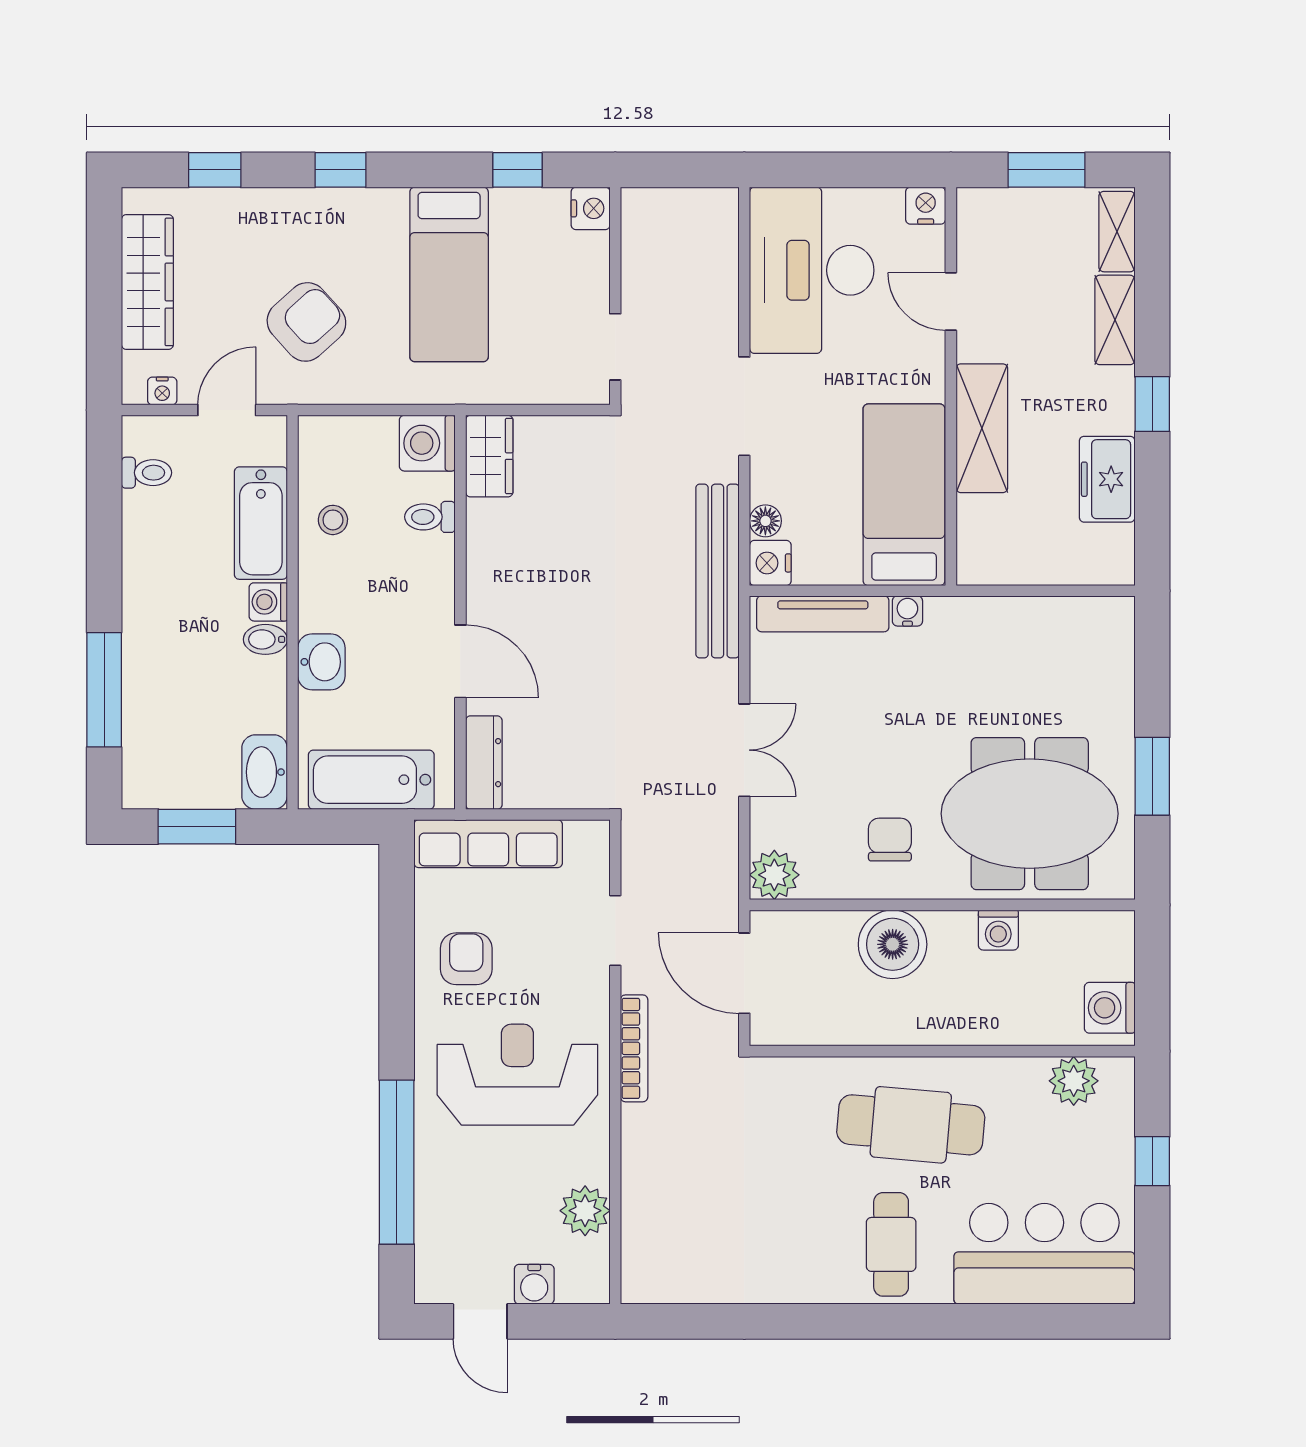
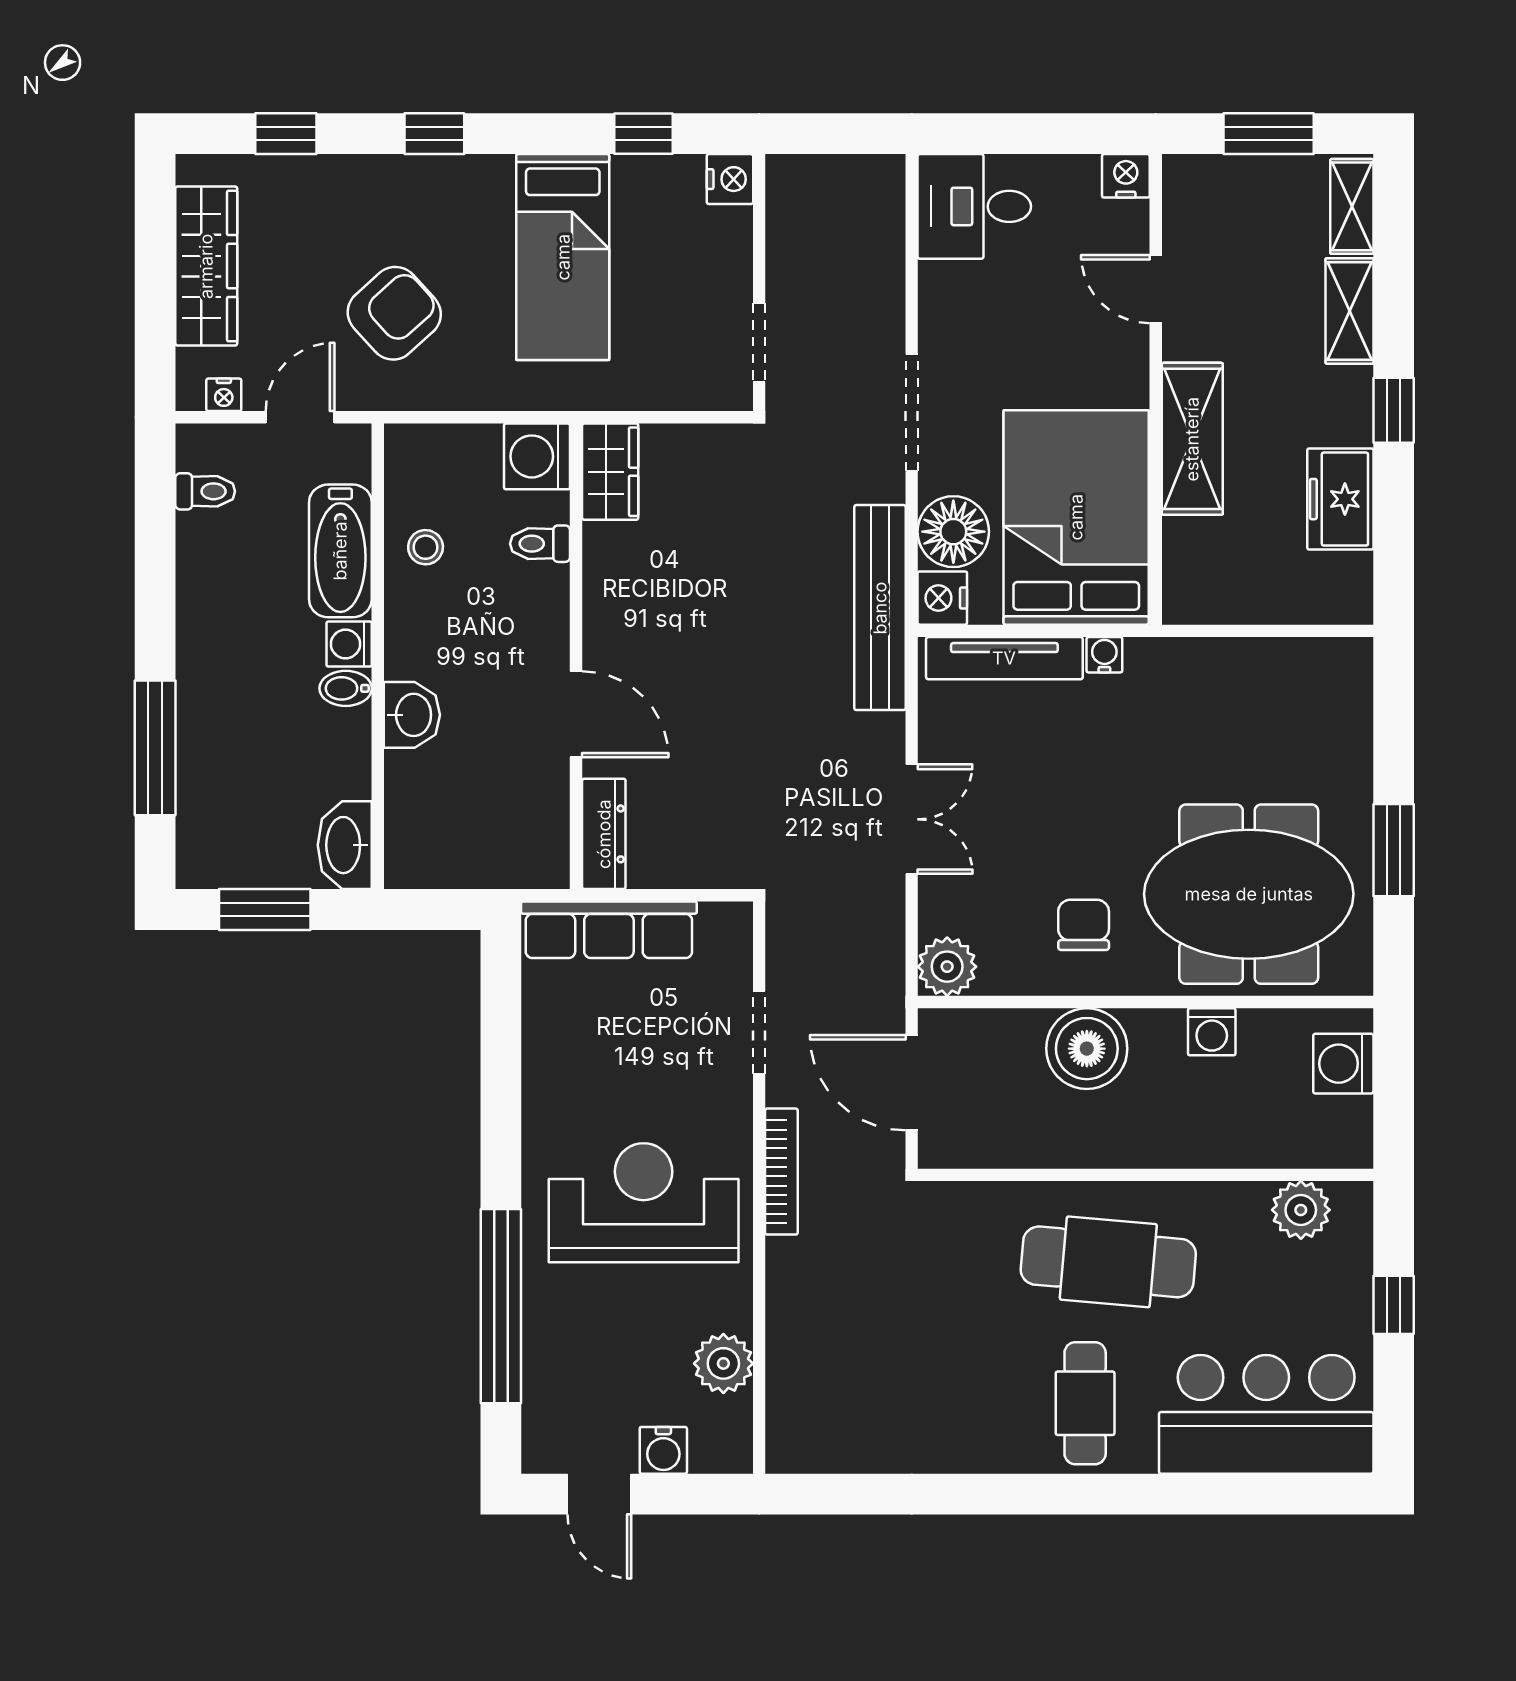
desk: (812, 270) -> (974, 206), width x0.53, depth x0.77
bed: (904, 495) -> (1076, 517), width x1.50
floor lamp: (765, 521) -> (953, 532), width x1.89, depth x1.89
bathtub: (371, 780) -> (471, 854), removed
armchair: (466, 959) -> (583, 1066), removed
washing machine: (1110, 1008) -> (1343, 1064), moved

